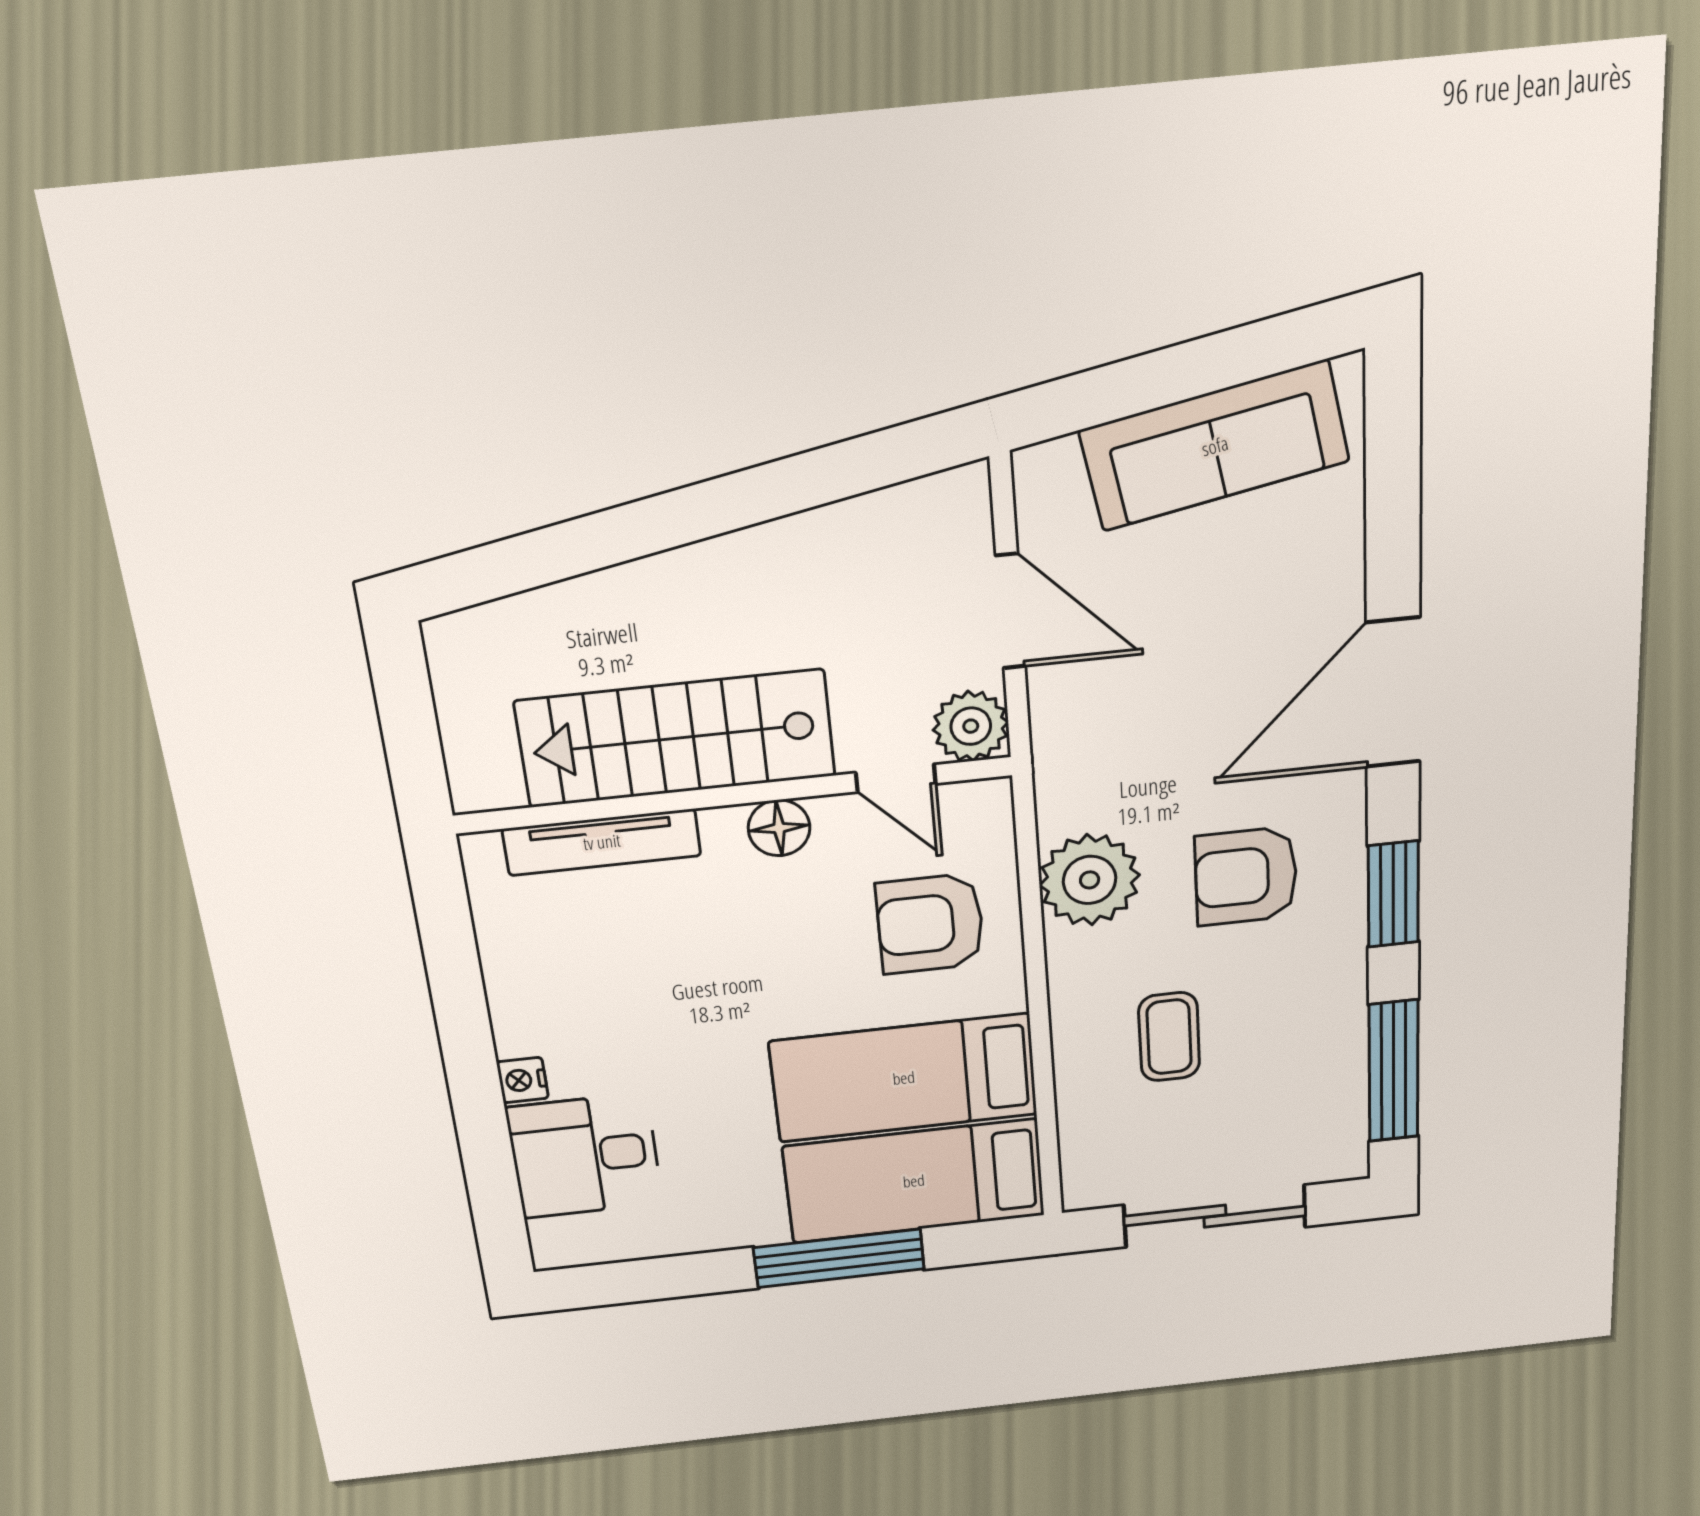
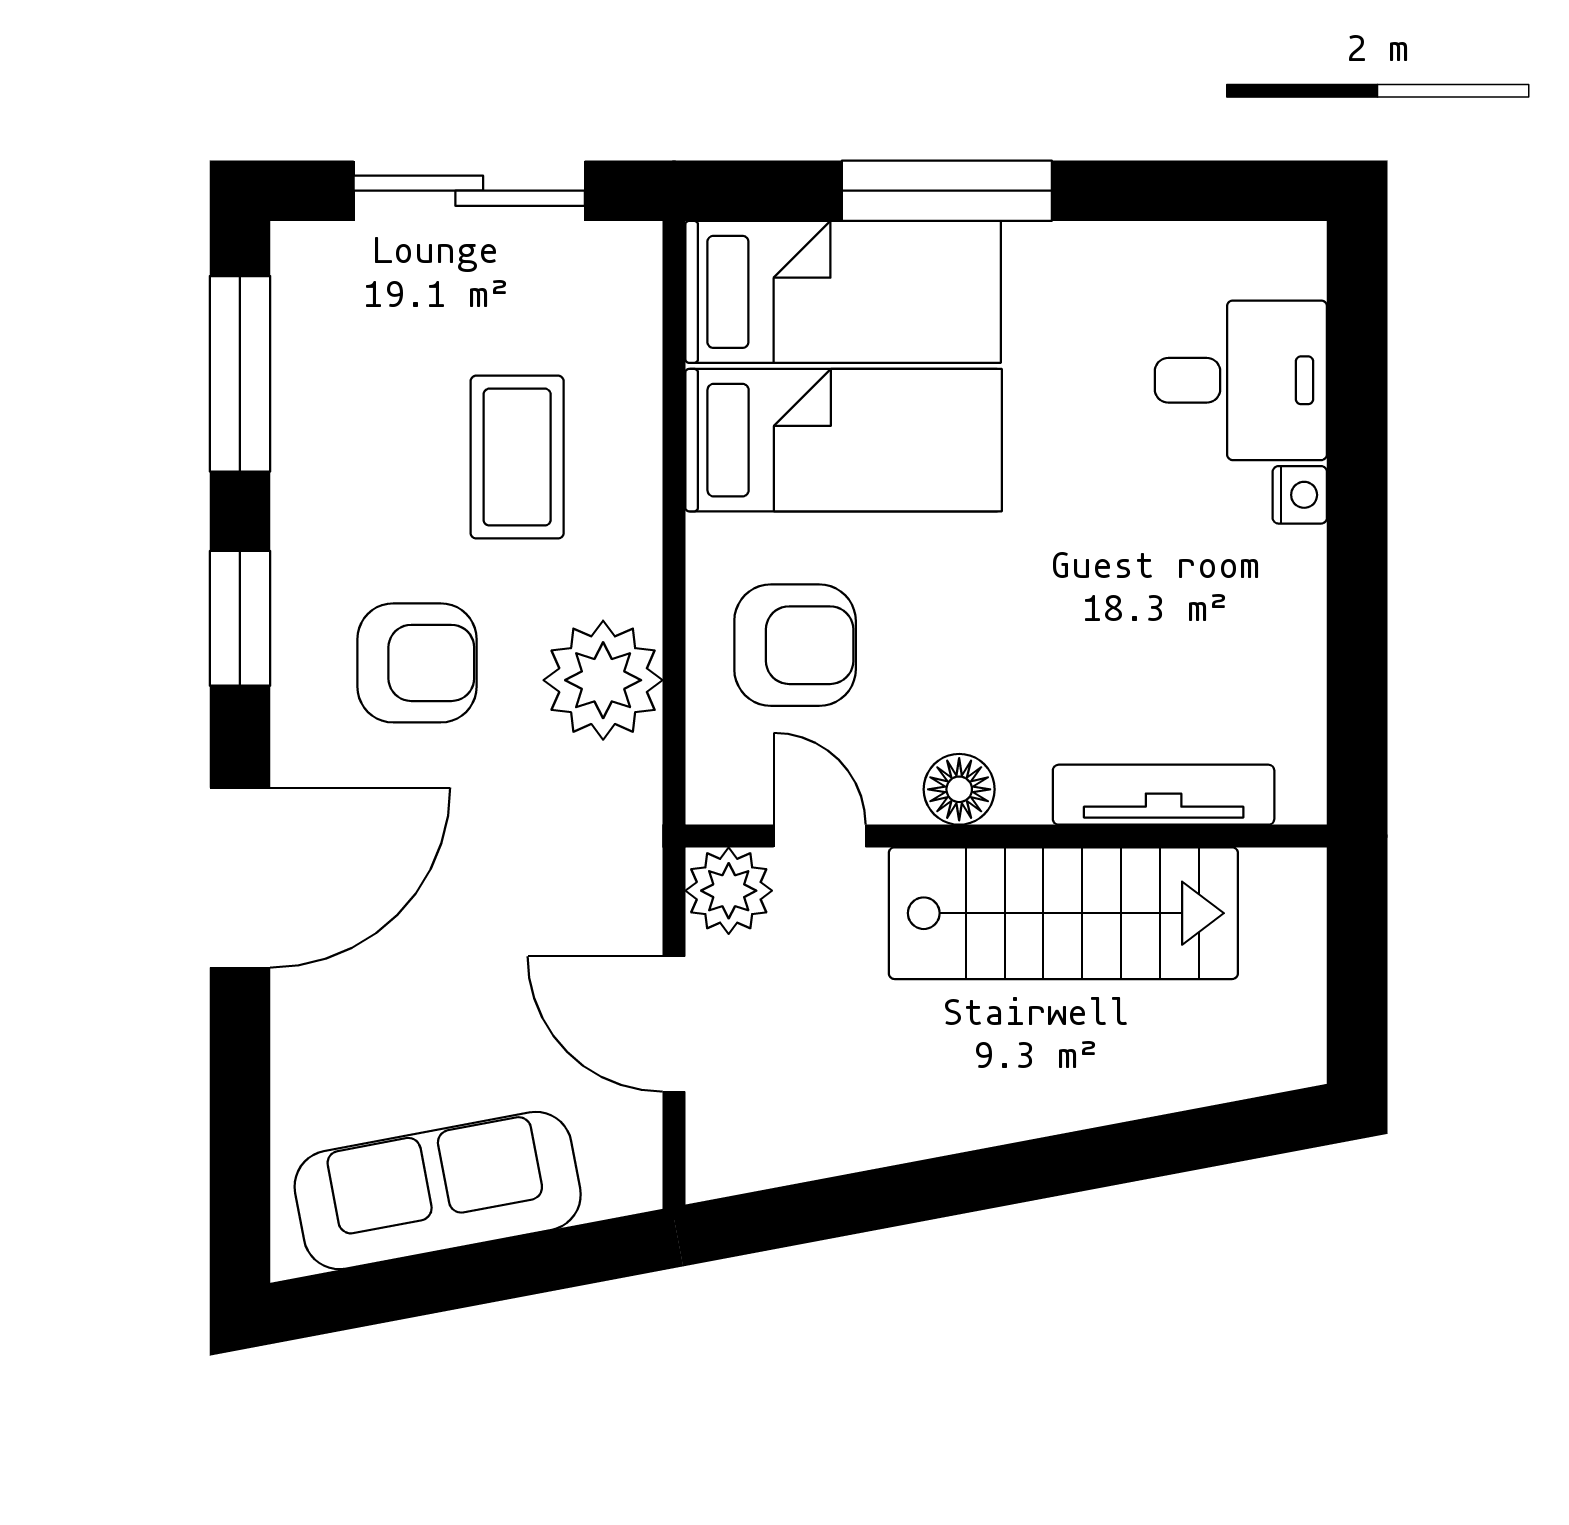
coffee table: (1169, 1037) -> (517, 457), width x1.36, depth x1.30

